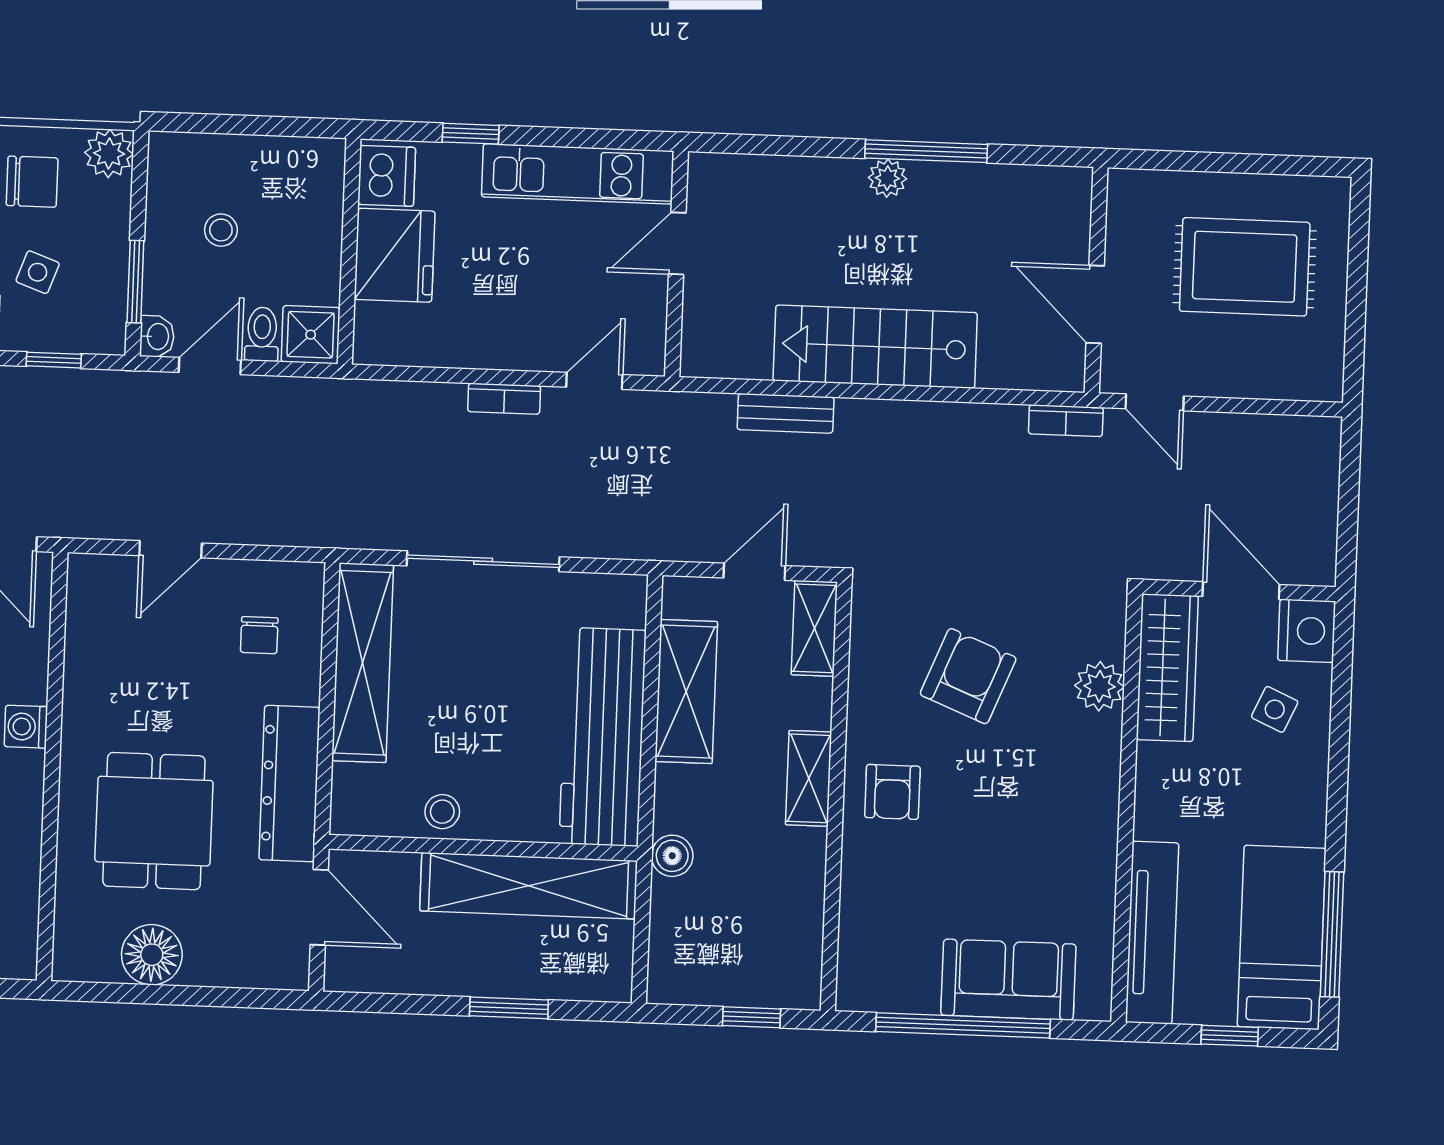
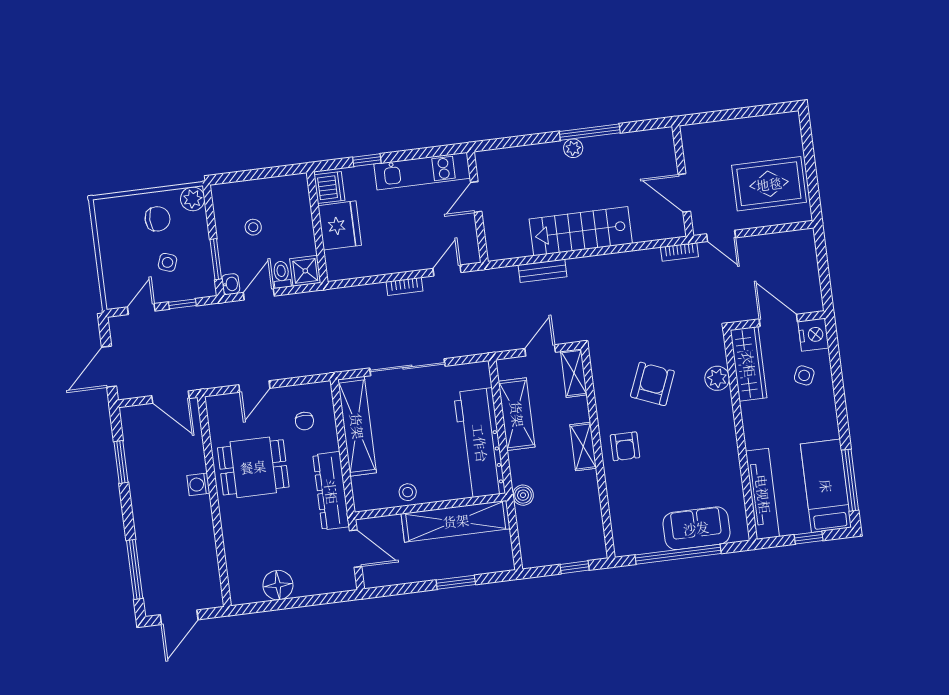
rug: (1245, 267) -> (769, 184), moved
dining table: (154, 821) -> (253, 467), moved, turned 90

